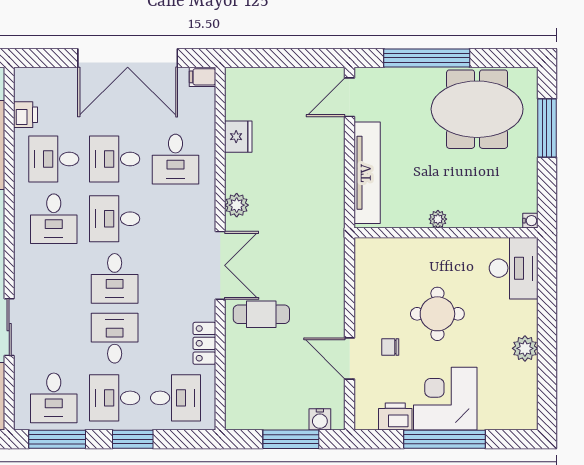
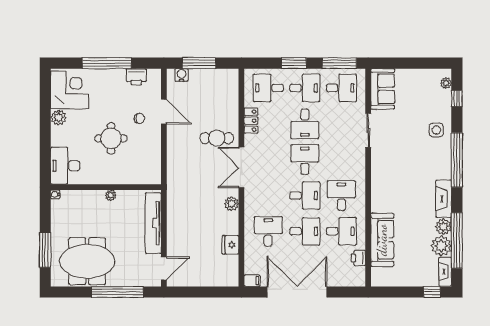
desk: (54, 398) -> (341, 88), turned 90
corner desk: (445, 399) -> (70, 90), moved, turned -90

